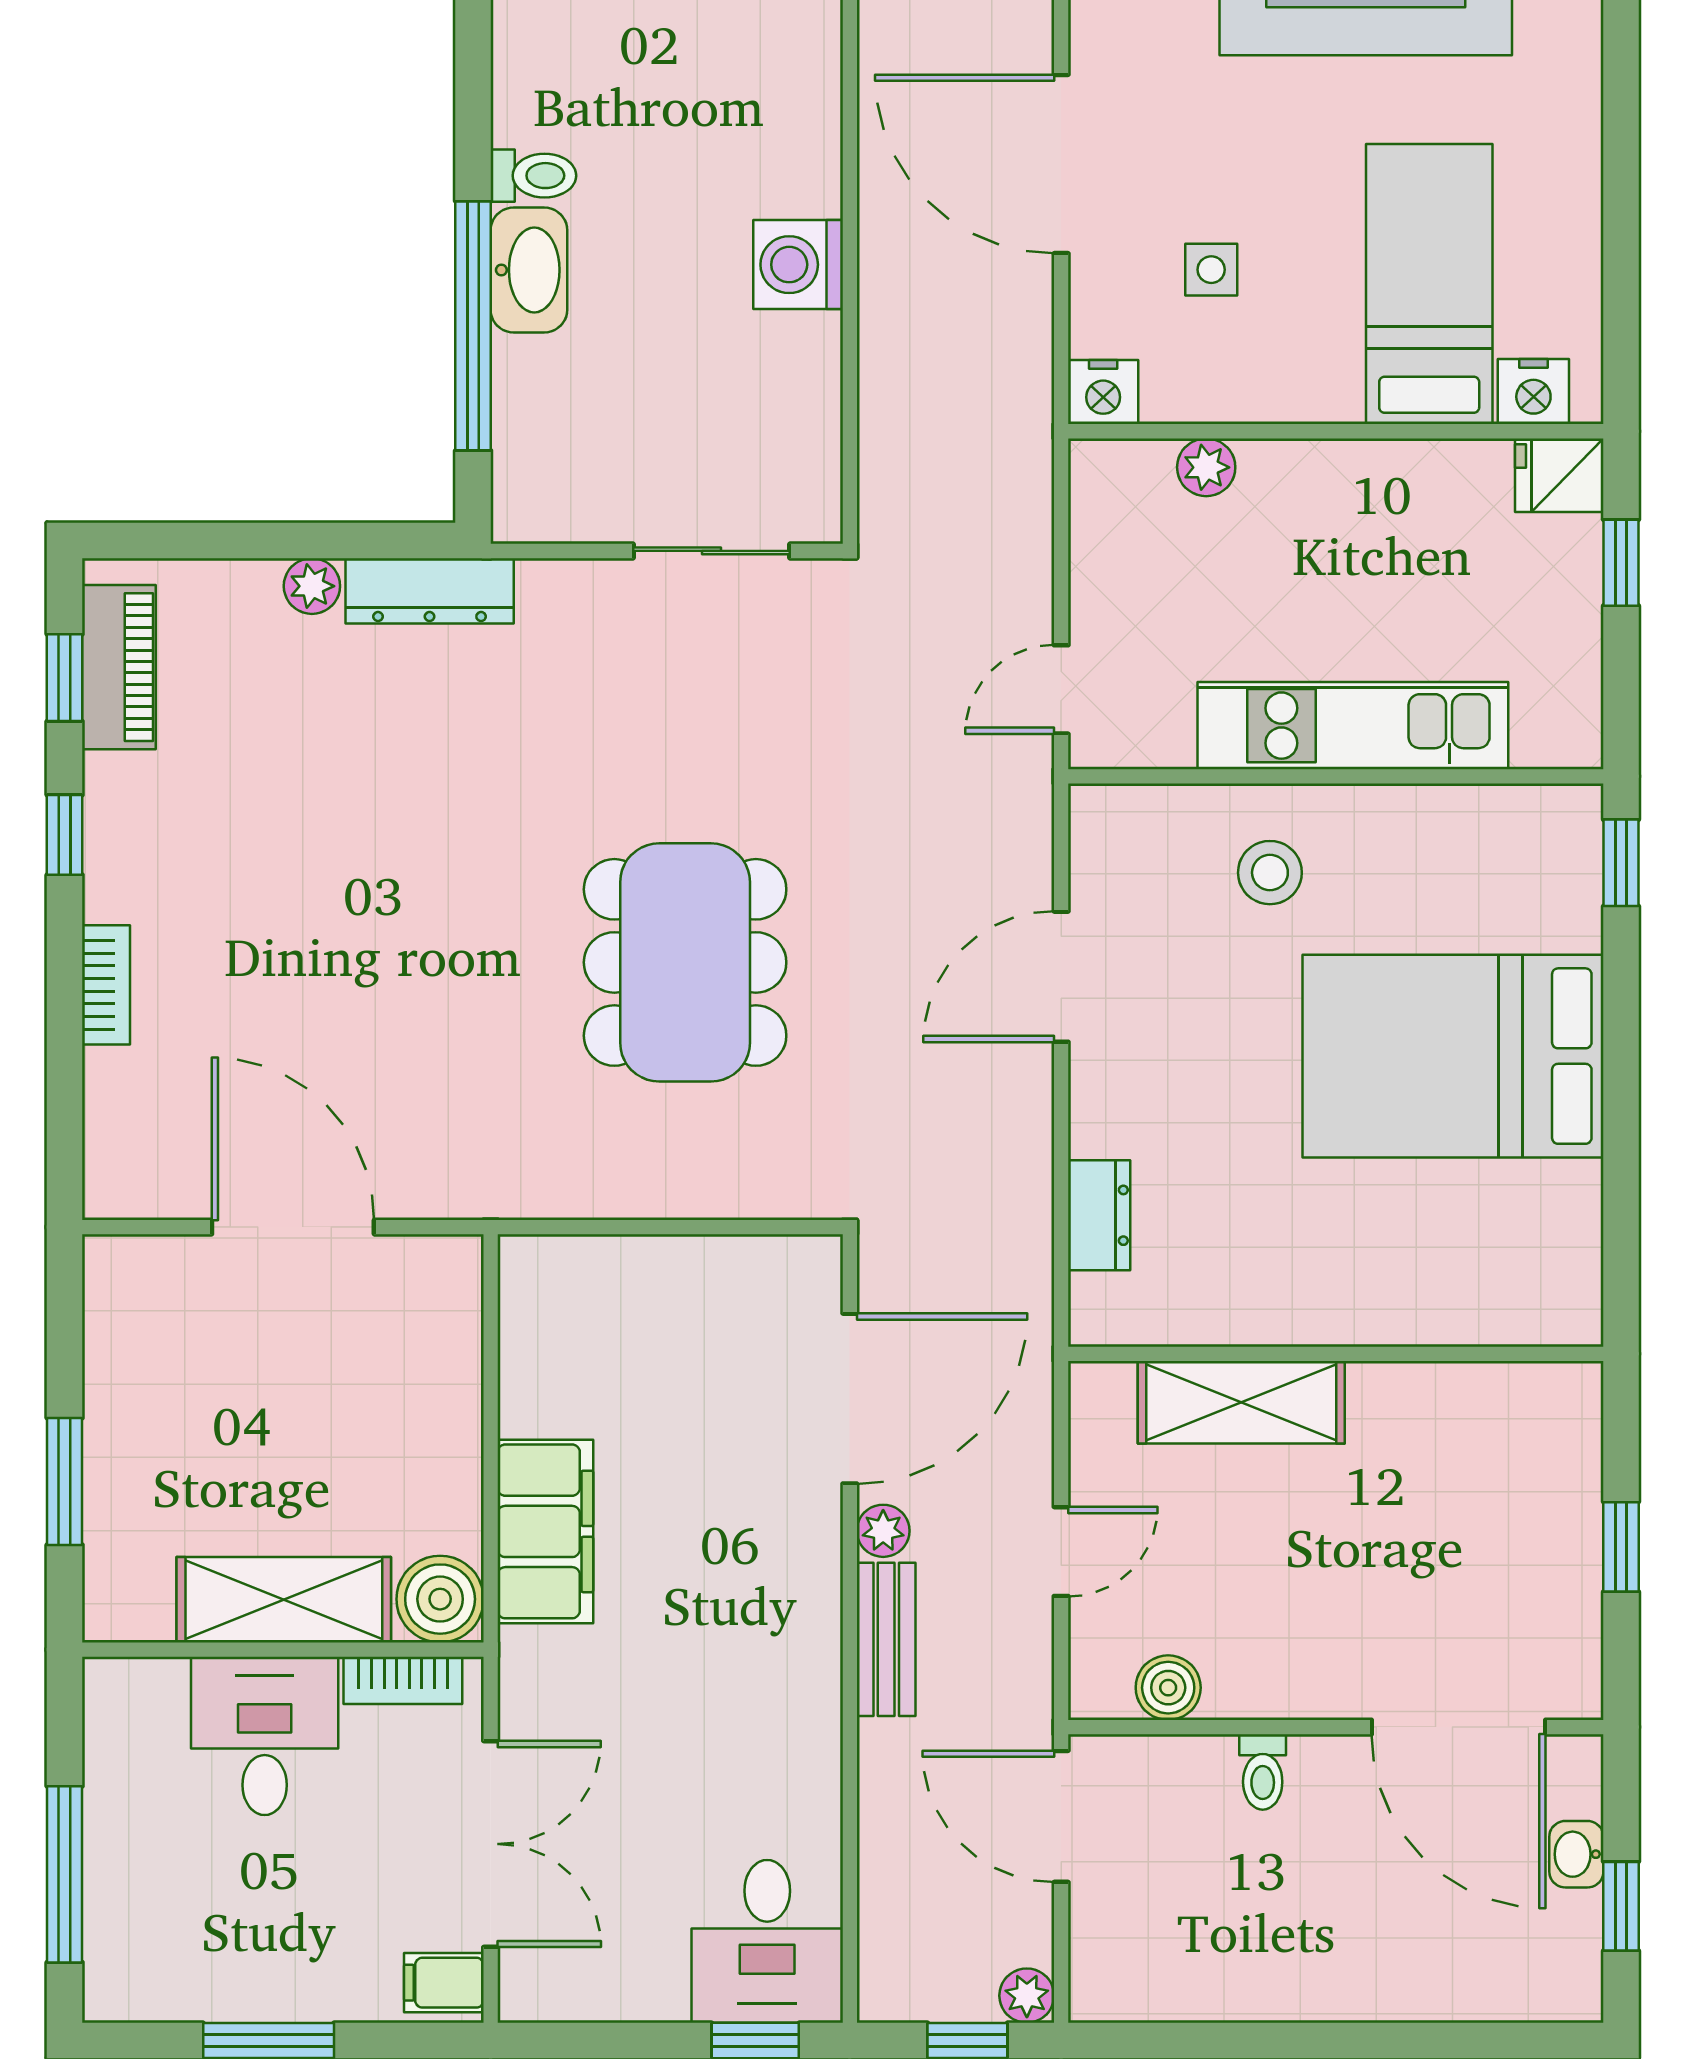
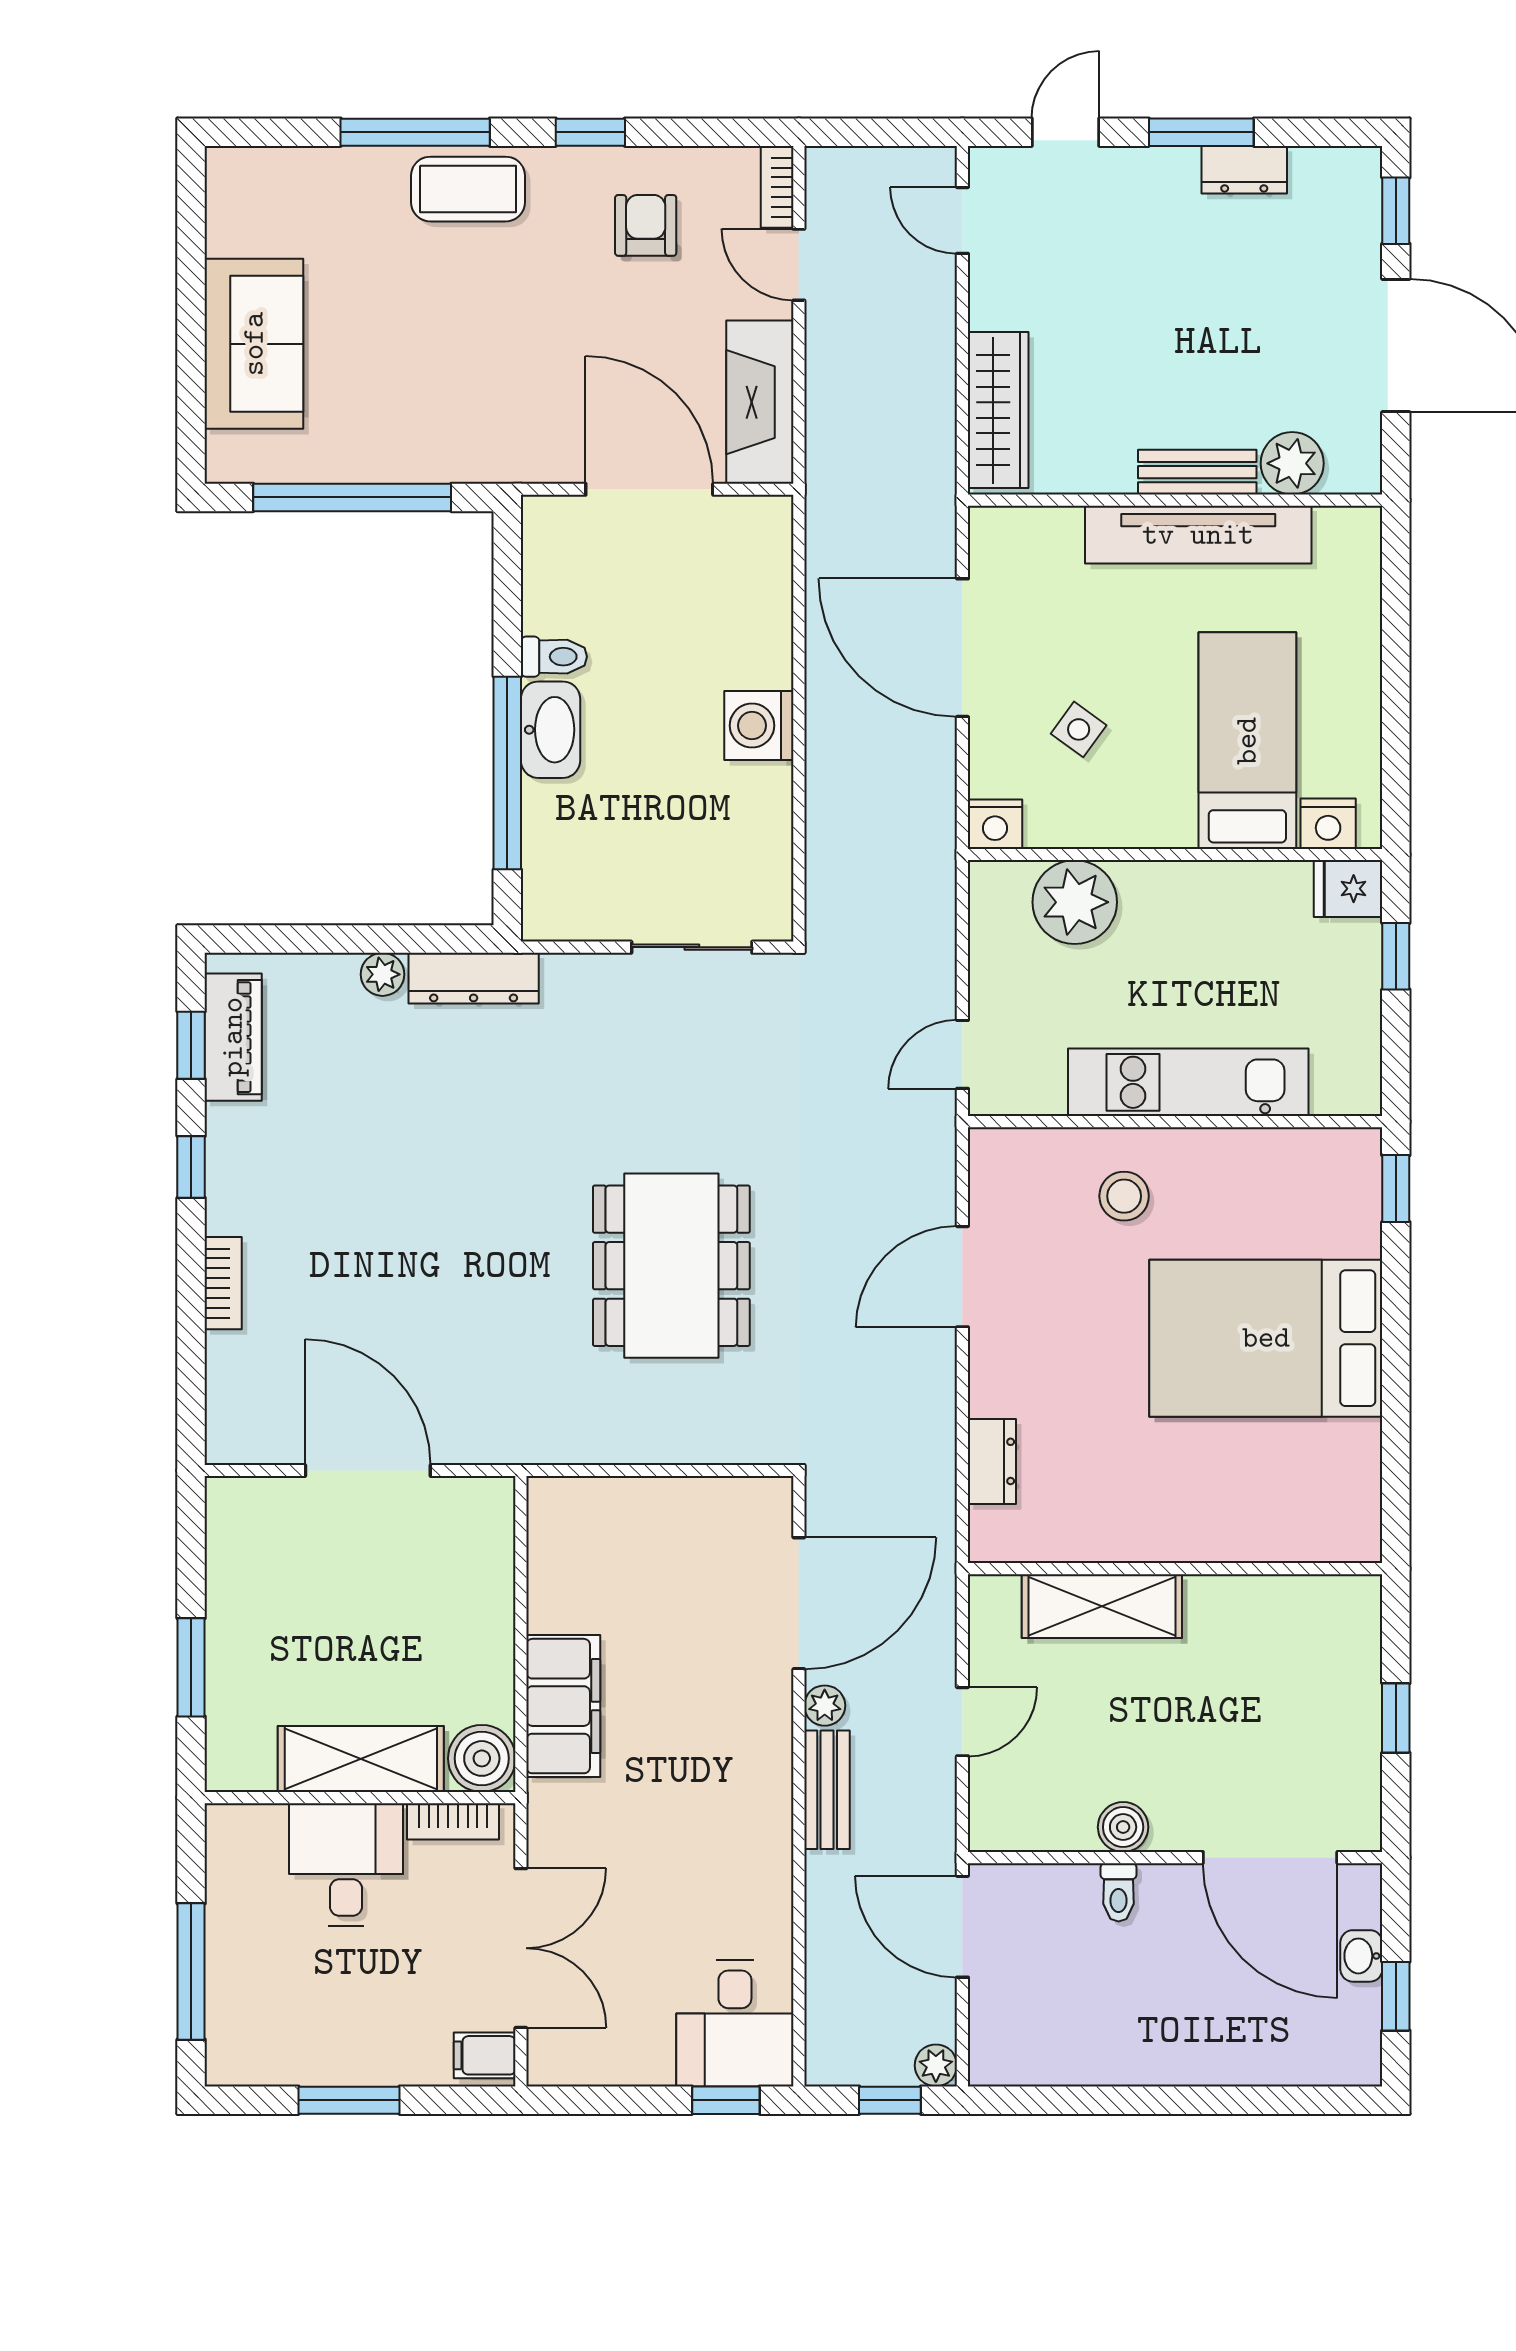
side table: (1211, 270) -> (1079, 729), turned 36
plant: (1206, 467) -> (1075, 902), width x1.88, depth x1.88
boiler: (1168, 1688) -> (1123, 1827), moved

